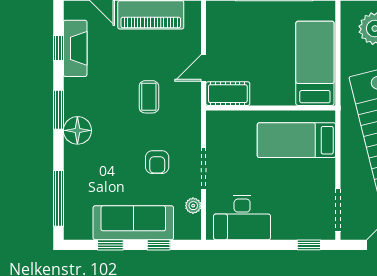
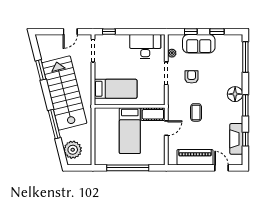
bed: (315, 63) -> (130, 131), moved
sofa: (133, 223) -> (199, 44), width x0.73

